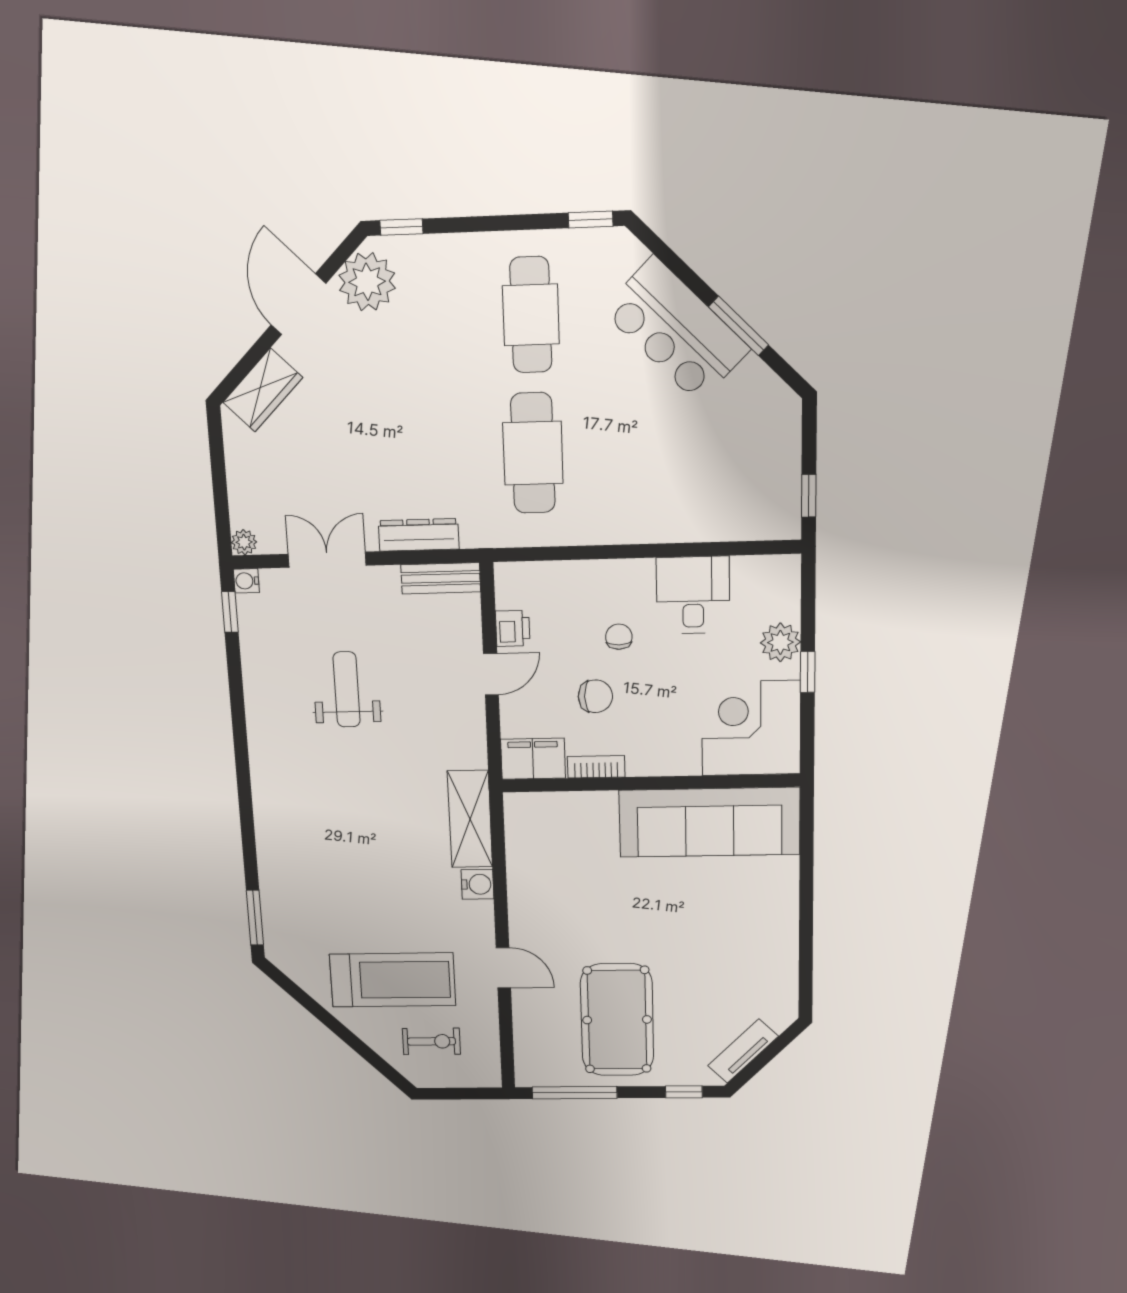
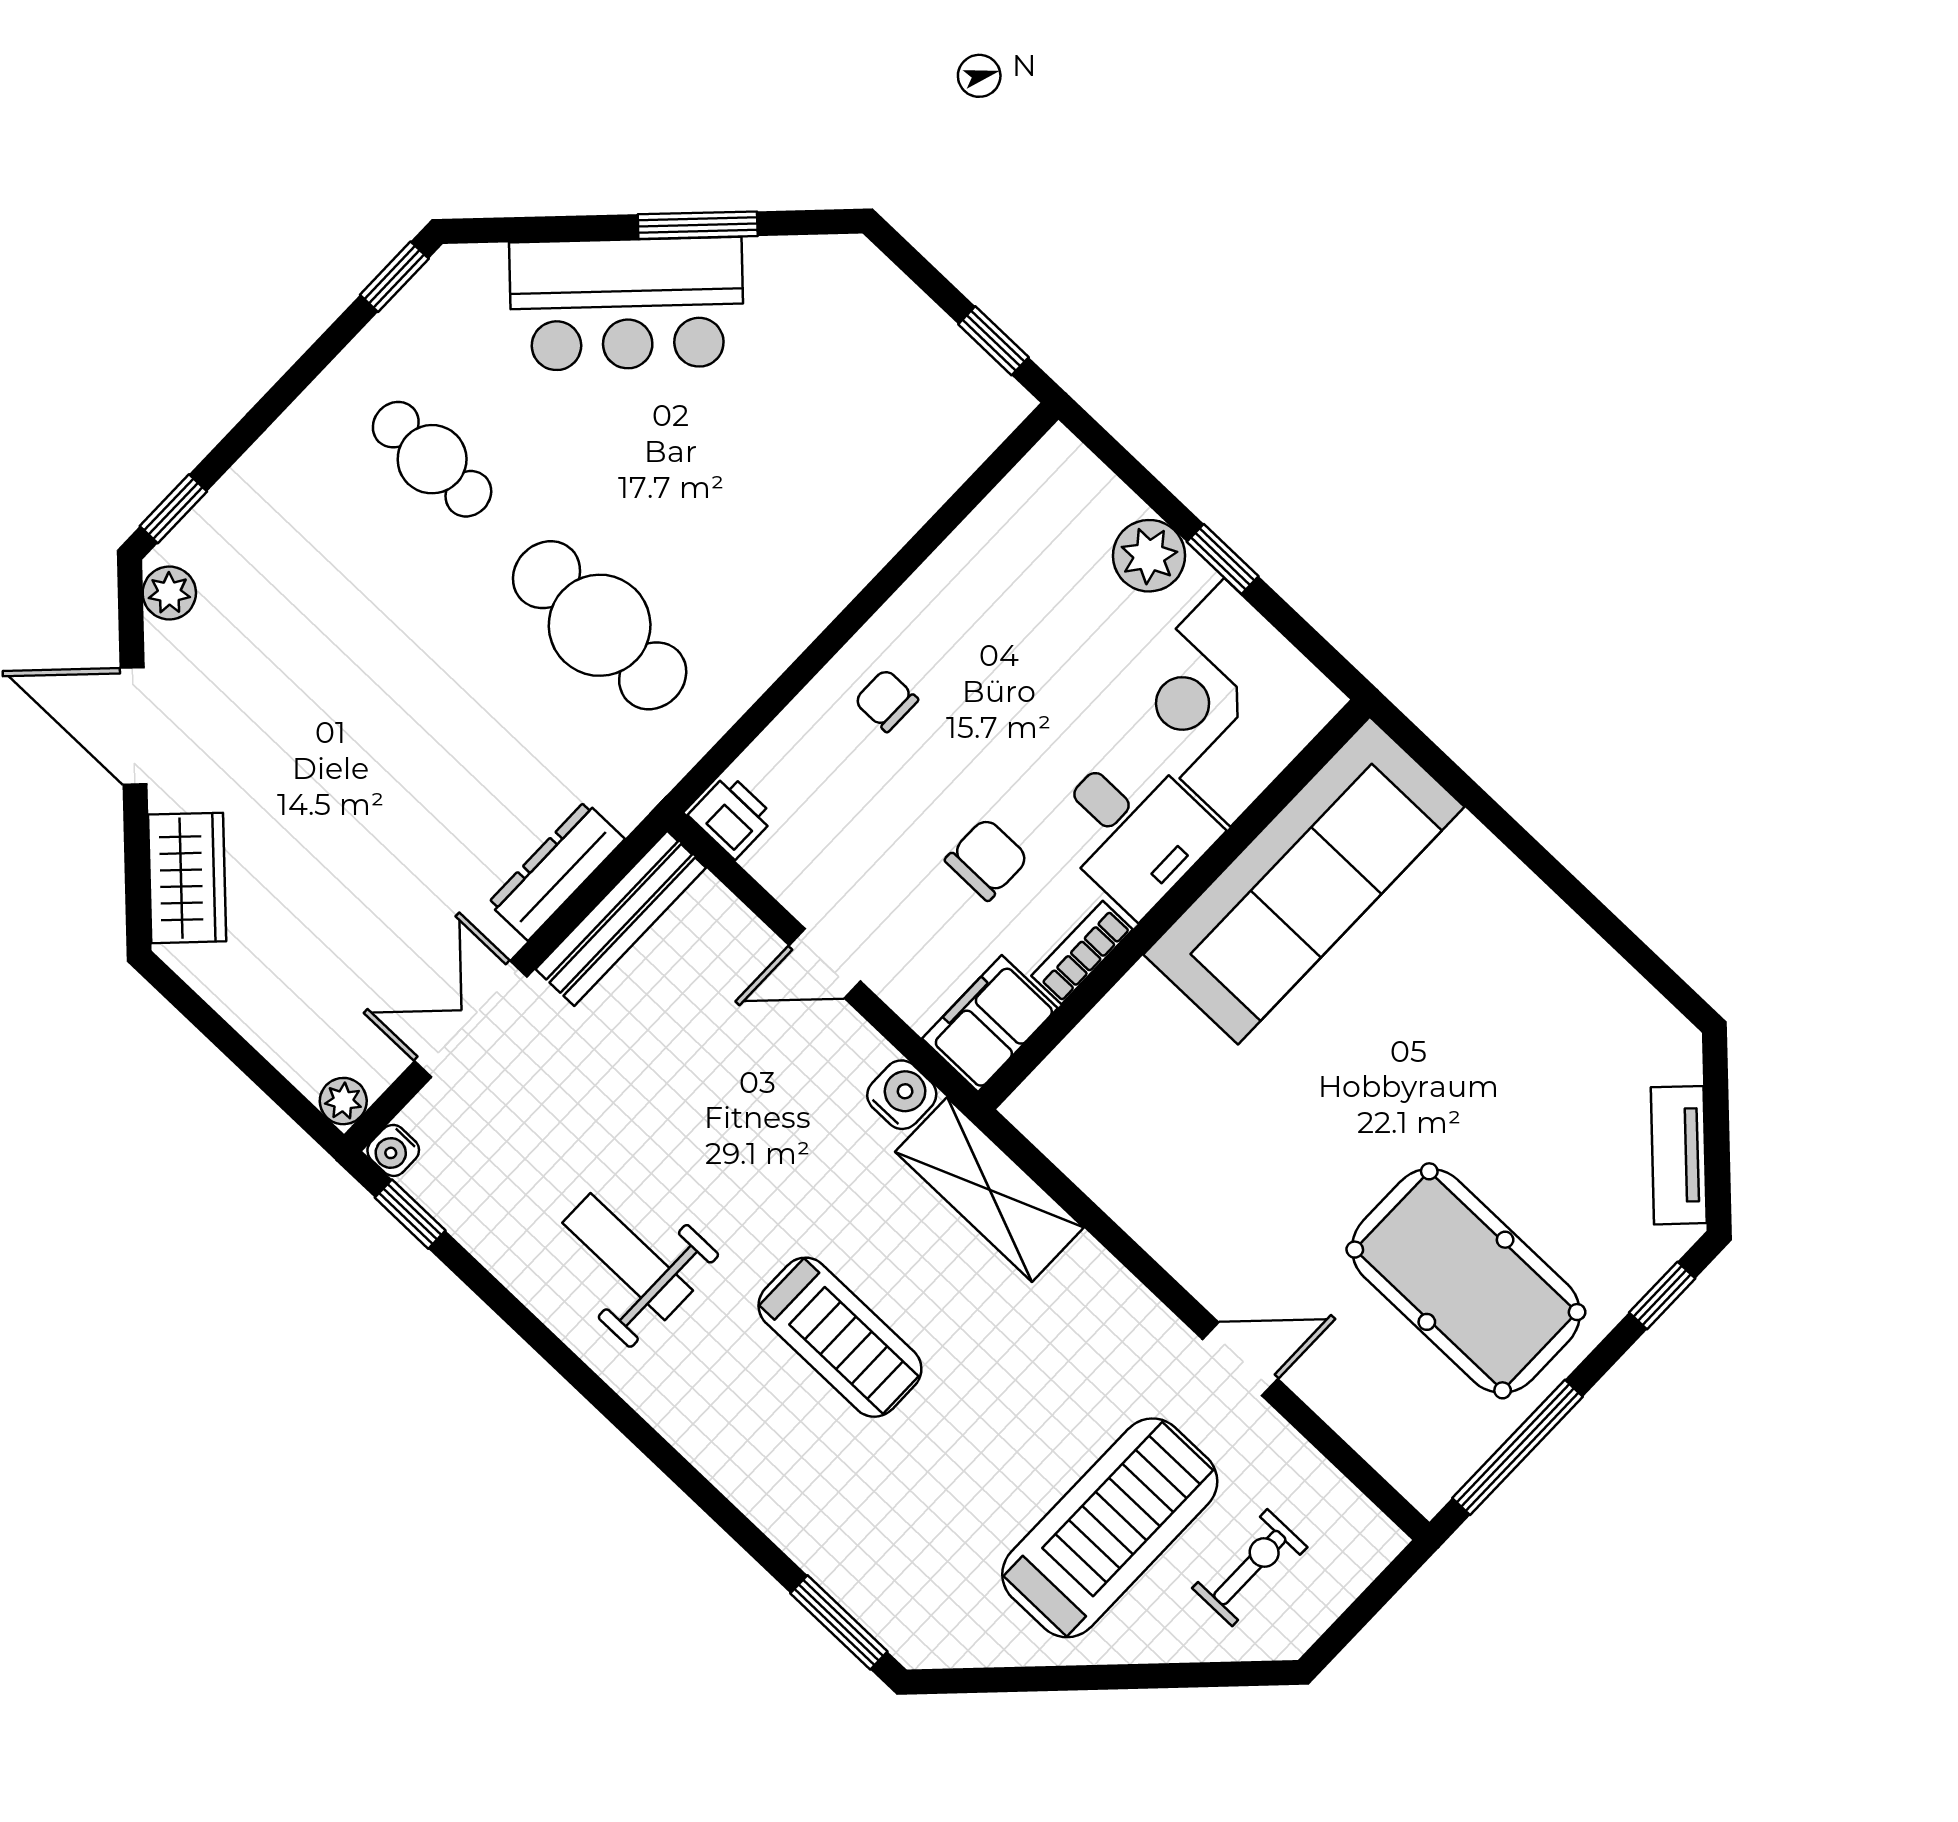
plant: (367, 282) -> (169, 593), width x0.53, depth x0.53
cafe table: (531, 315) -> (432, 459), width x0.73, depth x0.74
bench: (441, 578) -> (621, 918), width x1.36
desk: (693, 595) -> (1133, 829), moved, turned 180
printer: (513, 628) -> (732, 816), moved
chair: (619, 637) -> (886, 700), moved
door: (491, 674) -> (825, 963), swing flipped
weight bench: (347, 689) -> (628, 1257), moved
treadmill: (357, 818) -> (840, 1337), added
water cooler: (477, 884) -> (902, 1095), moved

